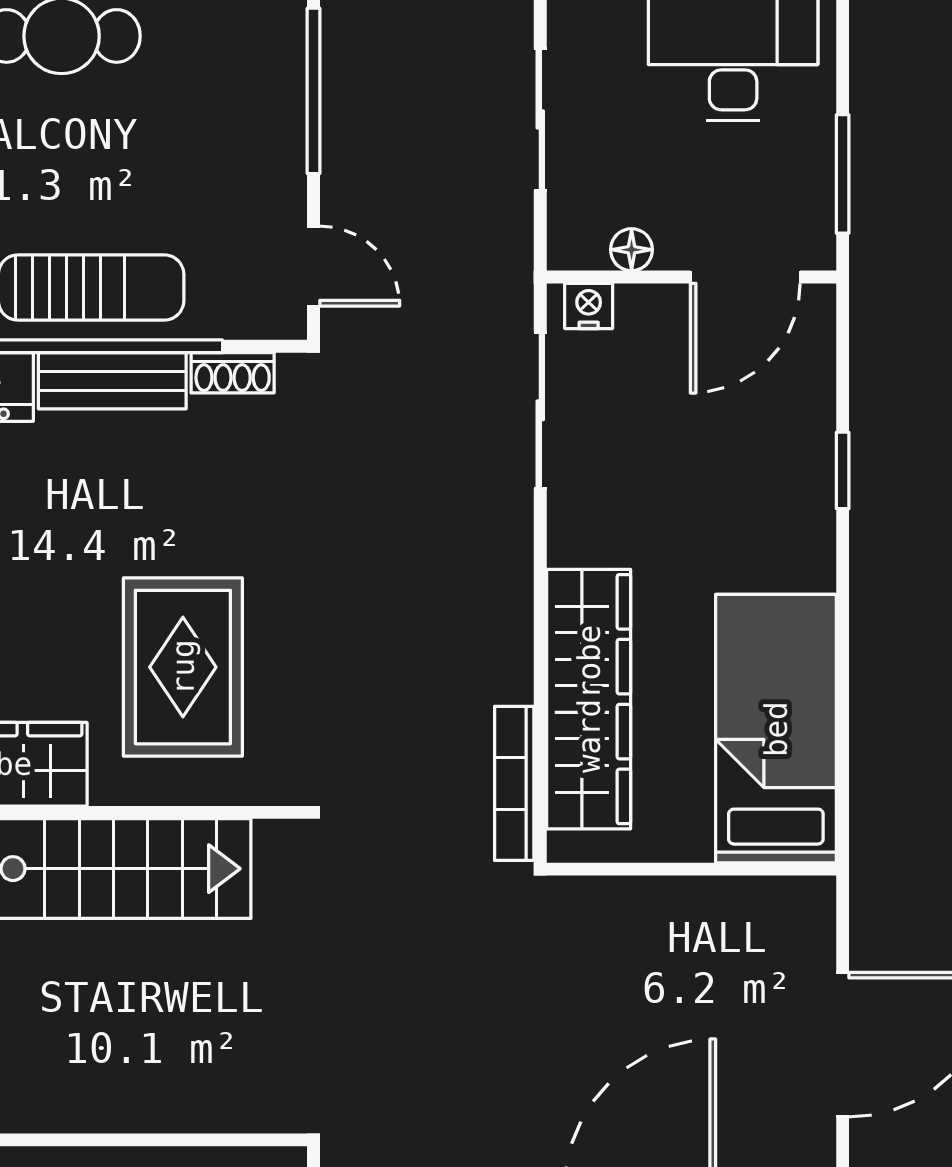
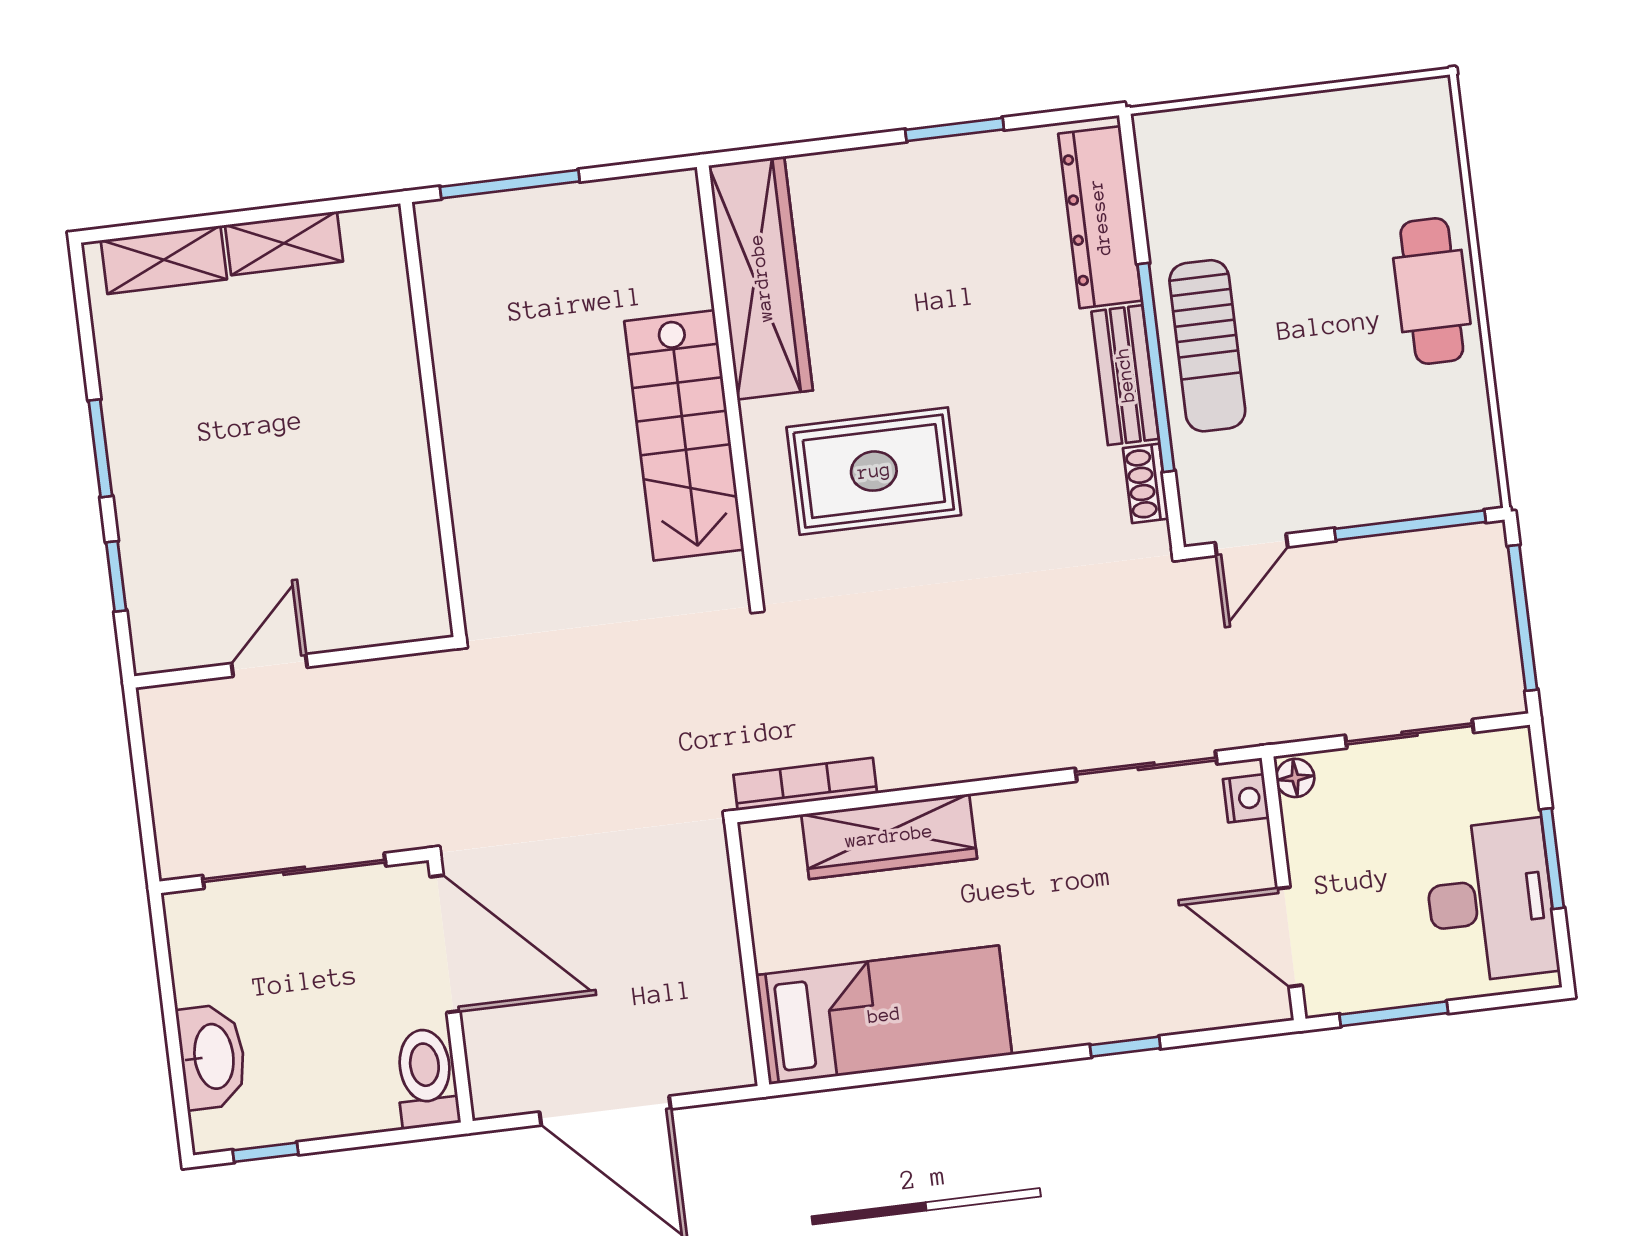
floor lamp: (632, 250) -> (1295, 778), moved
wardrobe: (589, 699) -> (889, 836), width x0.71, depth x0.85

